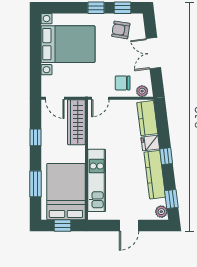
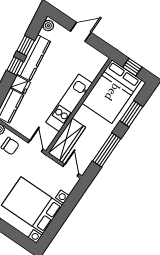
door: (100, 98) -> (36, 146), hinge flipped
window: (36, 137) -> (107, 150), width x2.17
kitchen unit: (97, 180) -> (69, 103), moved
window: (171, 199) -> (26, 46), moved

